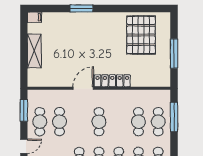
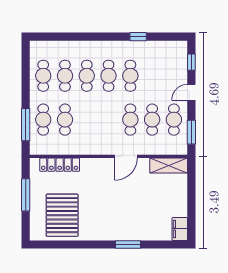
filing cabinet: (34, 17) -> (180, 229), width x2.00
shelving: (34, 51) -> (169, 165), moved, turned 90
locker: (112, 81) -> (60, 165), moved
cafe table: (99, 122) -> (130, 120), moved

